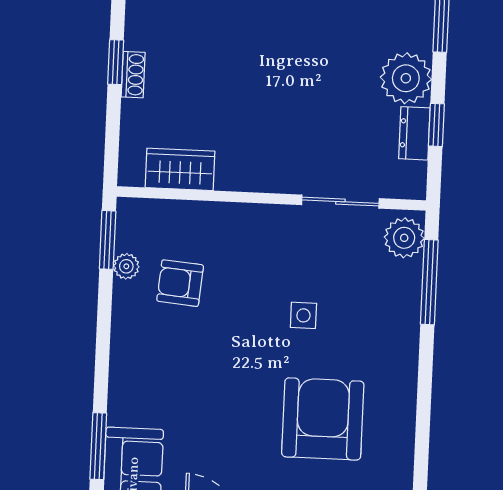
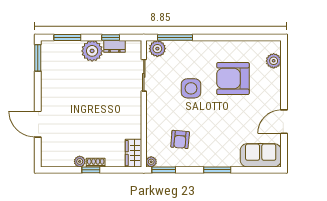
plant: (137, 36) -> (80, 161), added
wardrobe: (180, 169) -> (134, 153), moved
plant: (126, 266) -> (151, 162), moved
side table: (303, 315) -> (191, 88), width x1.87, depth x1.87
window: (98, 446) -> (217, 170), moved

